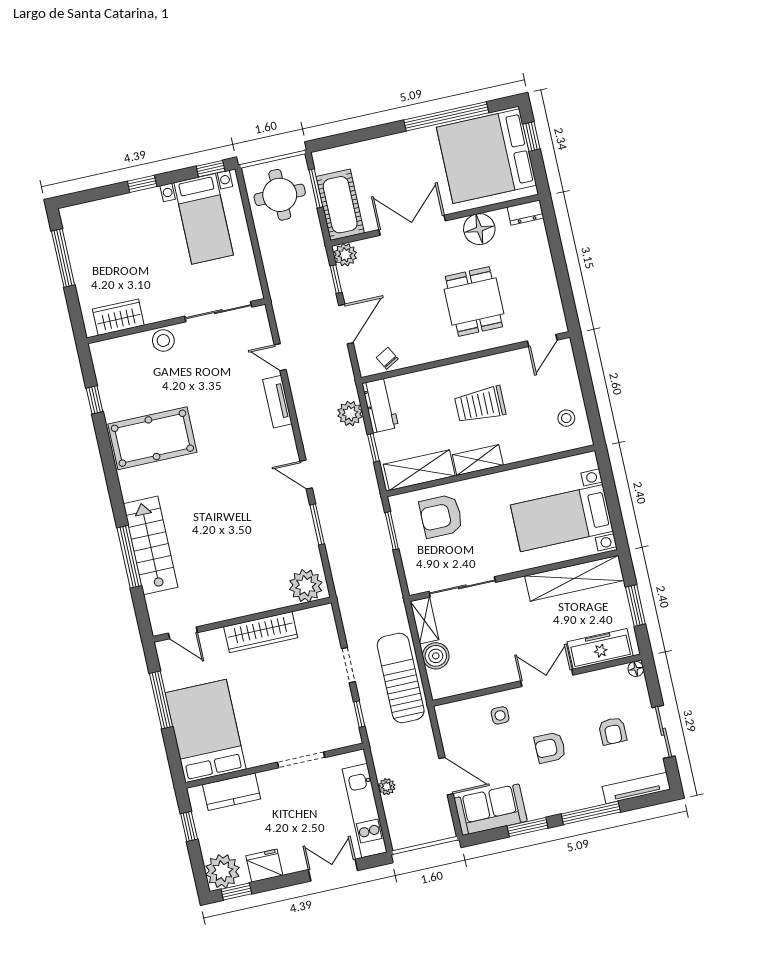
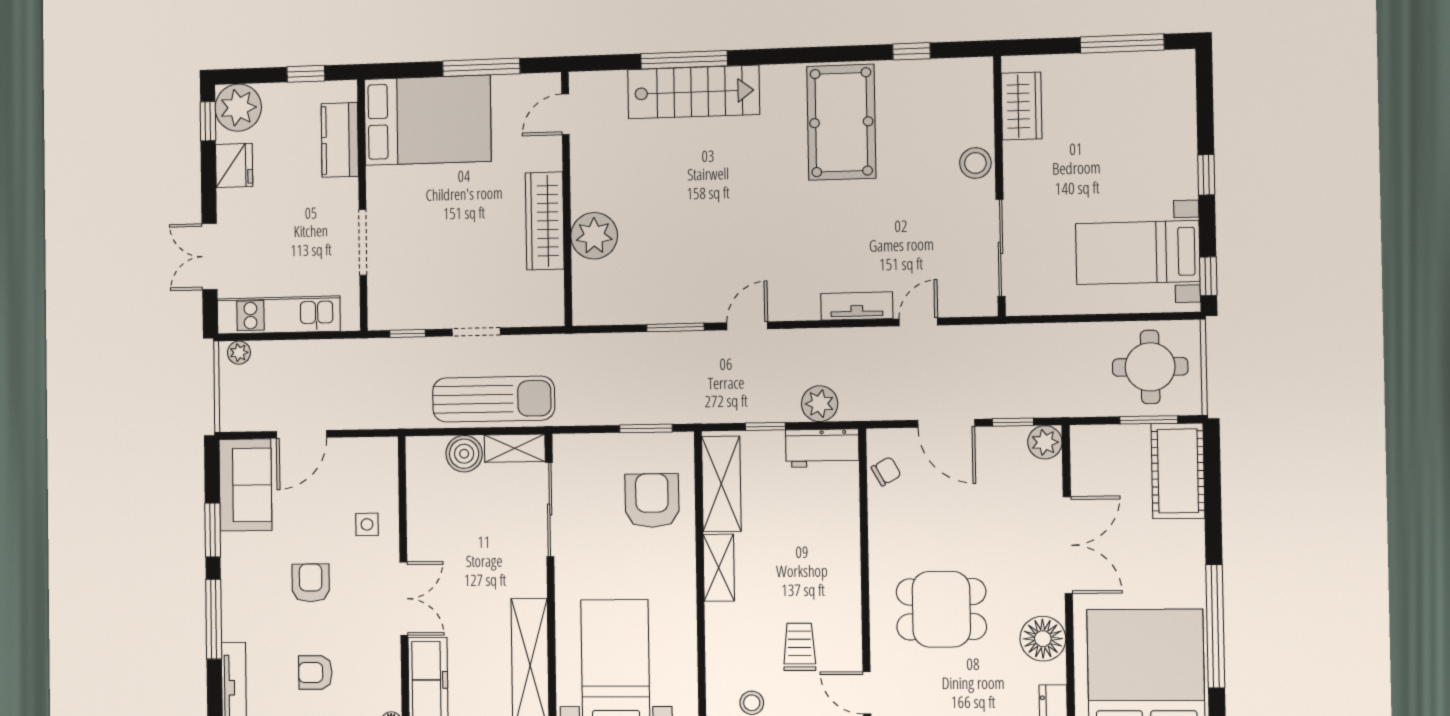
cot: (340, 205) -> (1178, 471), moved, turned 90
trolley: (480, 405) -> (800, 647), moved, width x0.73, depth x0.72
plant: (306, 586) -> (594, 236), moved
sun lounger: (401, 678) -> (494, 399), moved
plant: (387, 787) -> (239, 353), moved
double door: (333, 870) -> (209, 257), swing flipped

